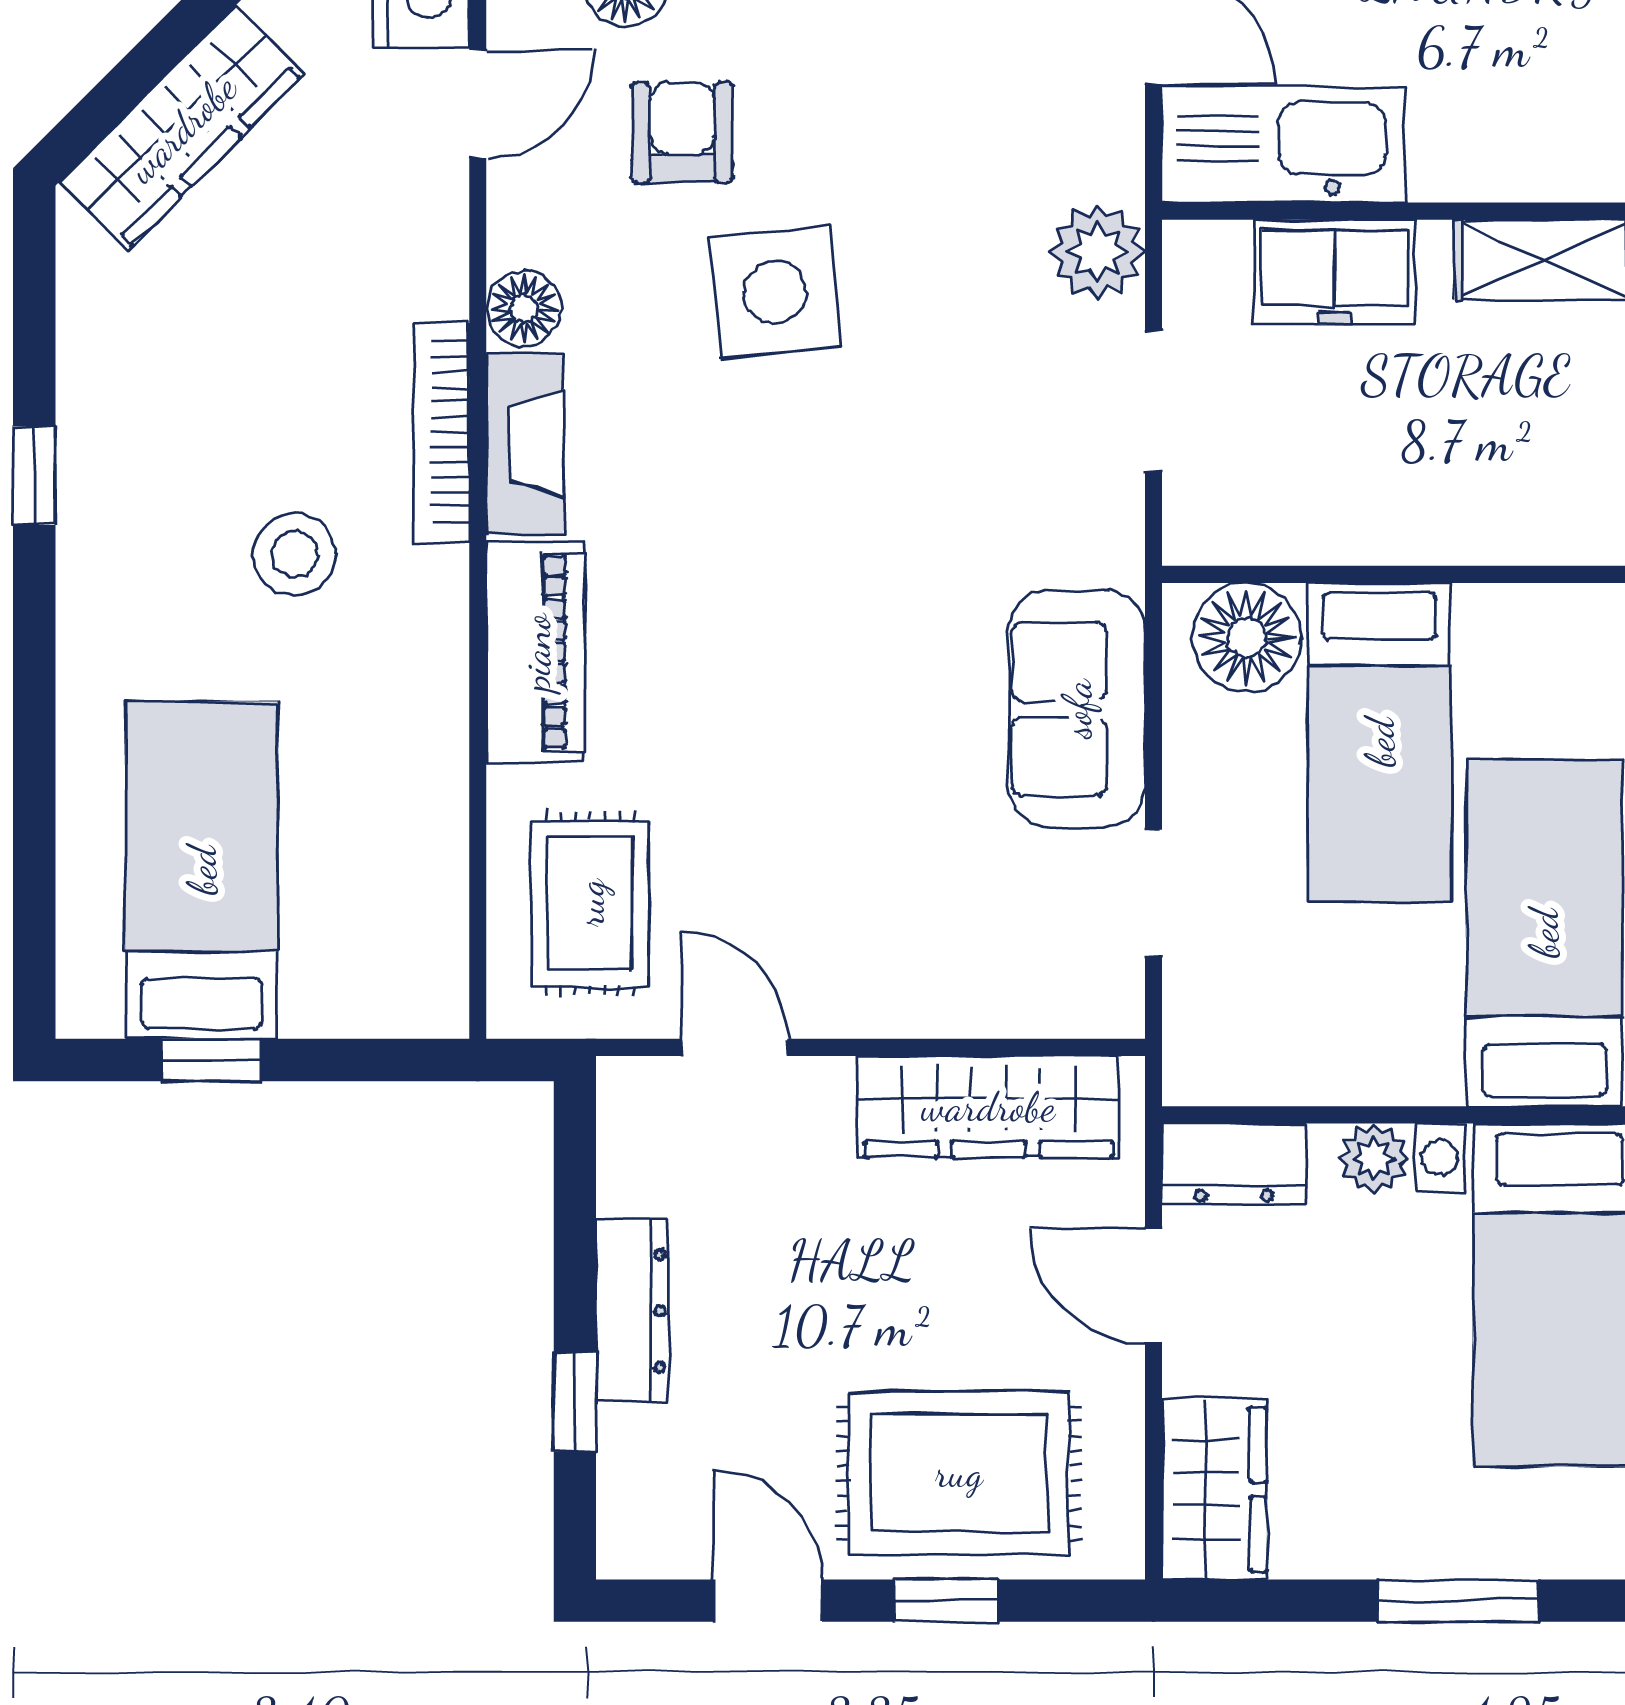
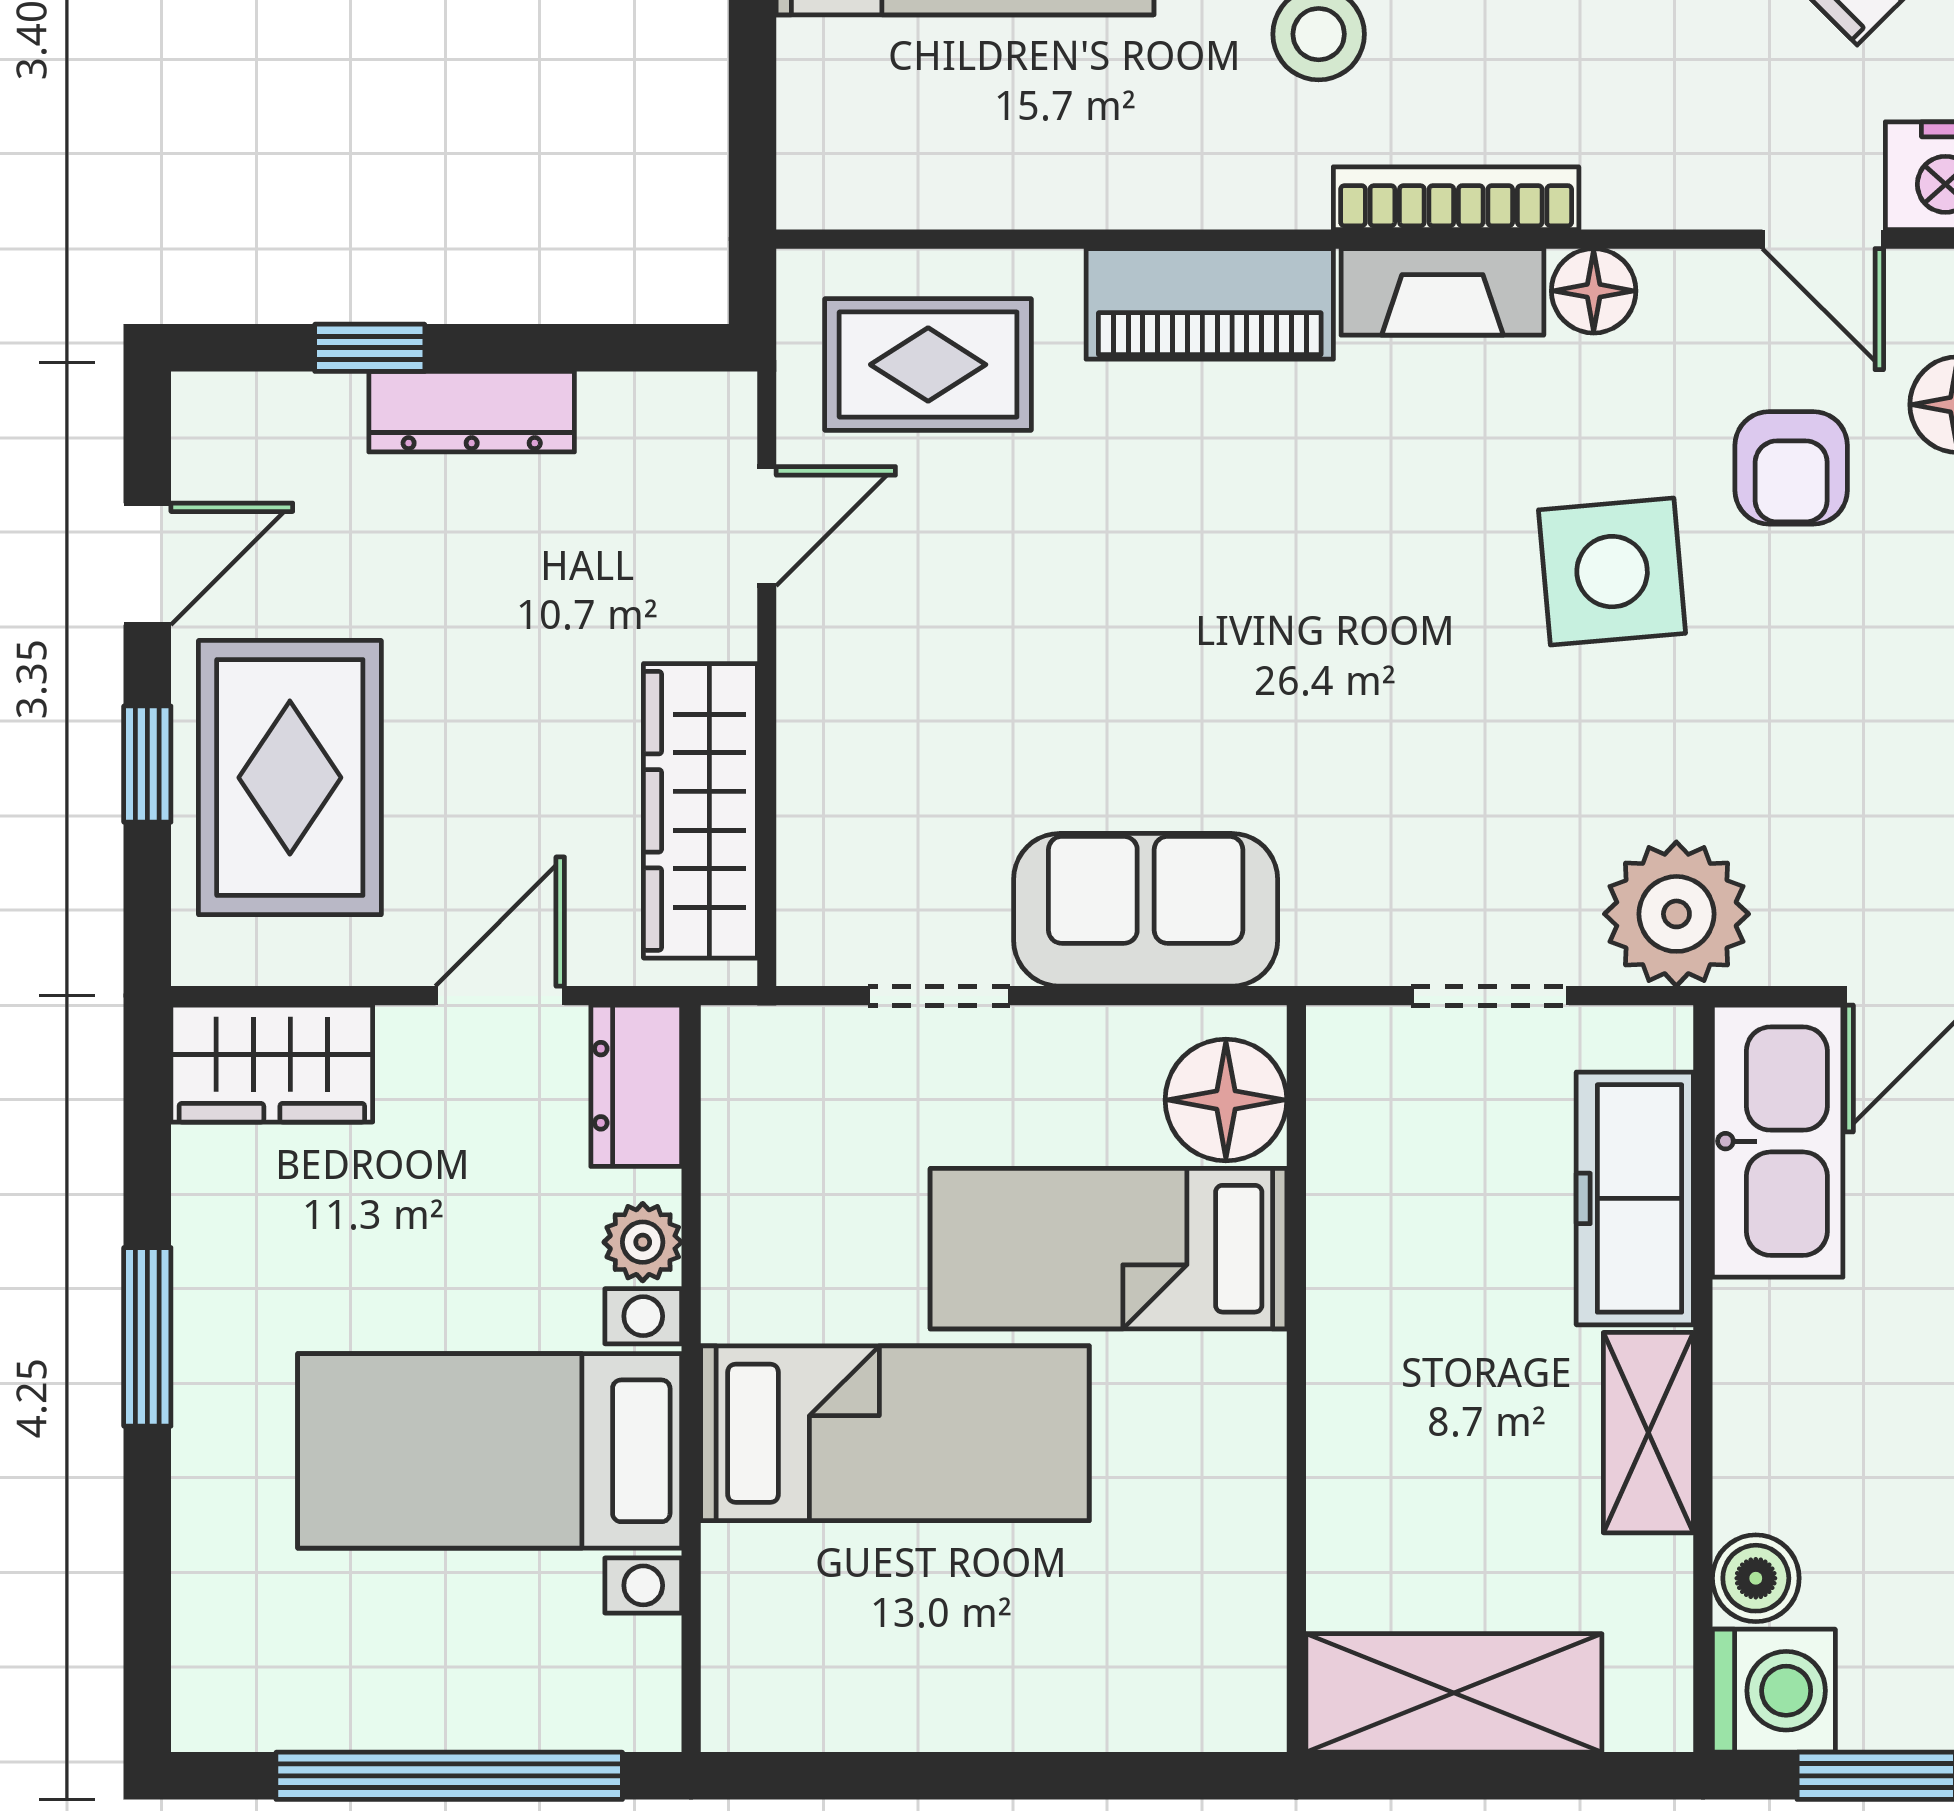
armchair: (682, 132) -> (1791, 468), turned 90
plant: (1098, 252) -> (1676, 914), width x1.36, depth x1.36
freezer: (1335, 272) -> (1635, 1198), width x1.40

